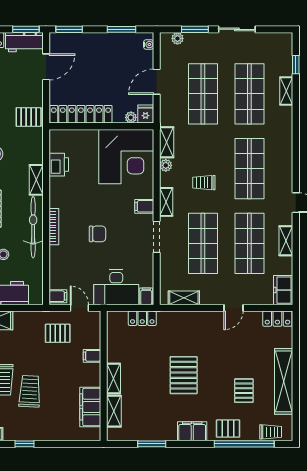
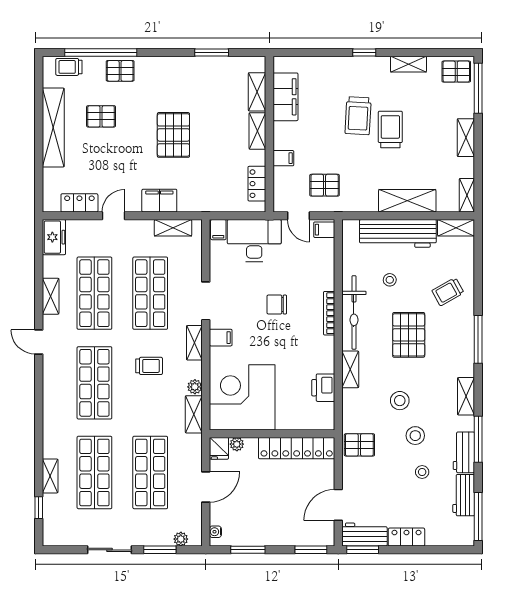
locker: (142, 318) -> (257, 184), moved, turned -90
locker: (277, 319) -> (79, 203), moved
pallet: (244, 391) -> (101, 116), turned 90
filing cabinet: (192, 431) -> (159, 201), moved, turned 180

